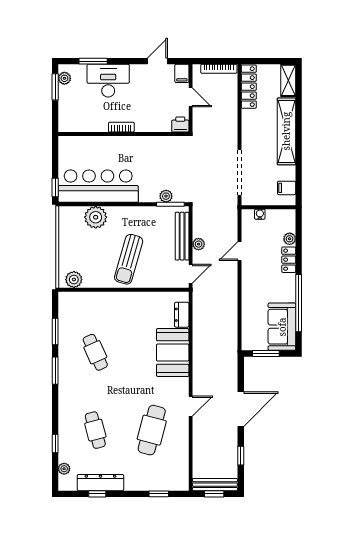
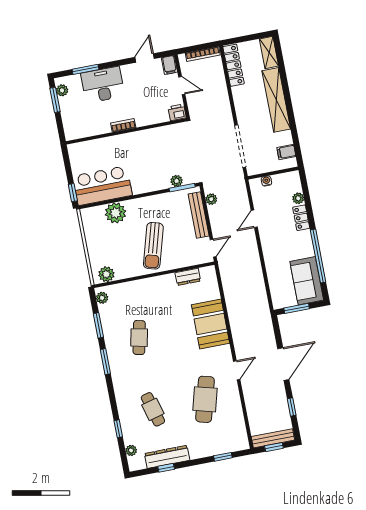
bar counter: (98, 186) -> (102, 186), width x0.73
plant: (199, 244) -> (211, 199), moved
plant: (64, 303) -> (102, 298), added
dresser: (182, 315) -> (188, 277), moved, turned -90
cafe table: (95, 352) -> (139, 338), turned 36

